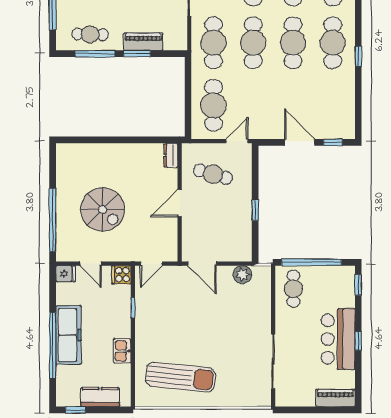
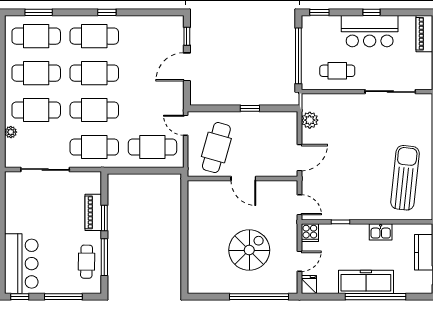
dresser: (171, 155) -> (199, 187), removed
cafe table: (213, 174) -> (216, 148), width x1.37, depth x1.35
cafe table: (293, 289) -> (337, 71), moved

